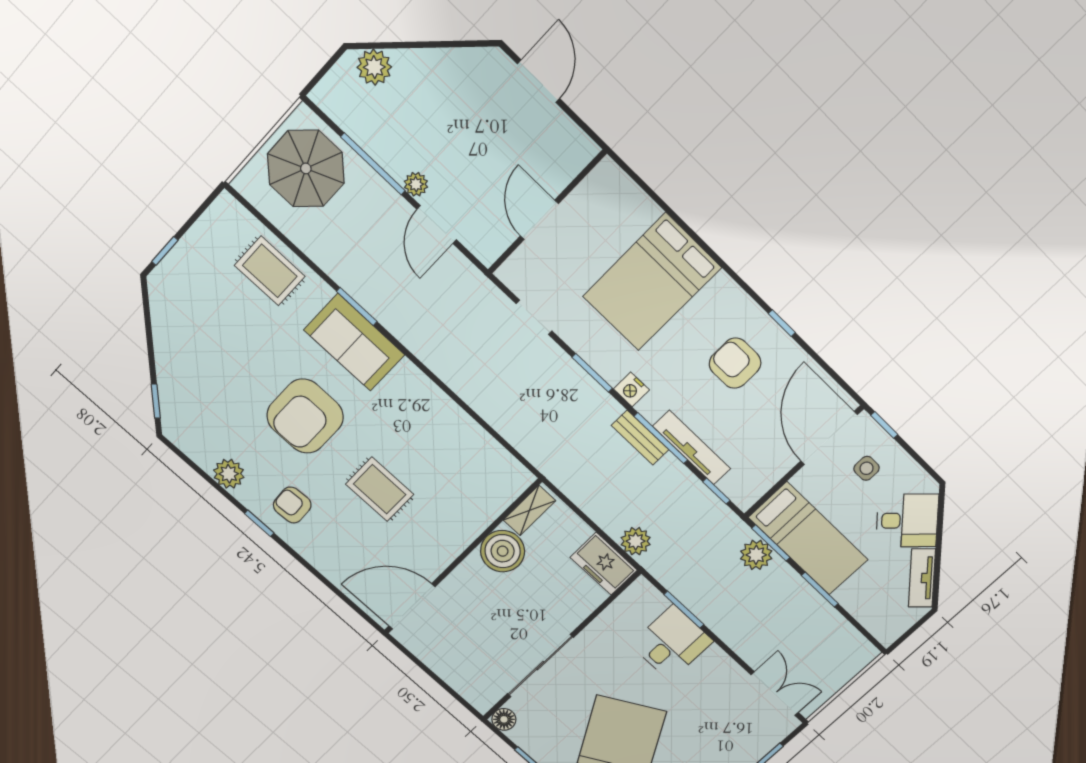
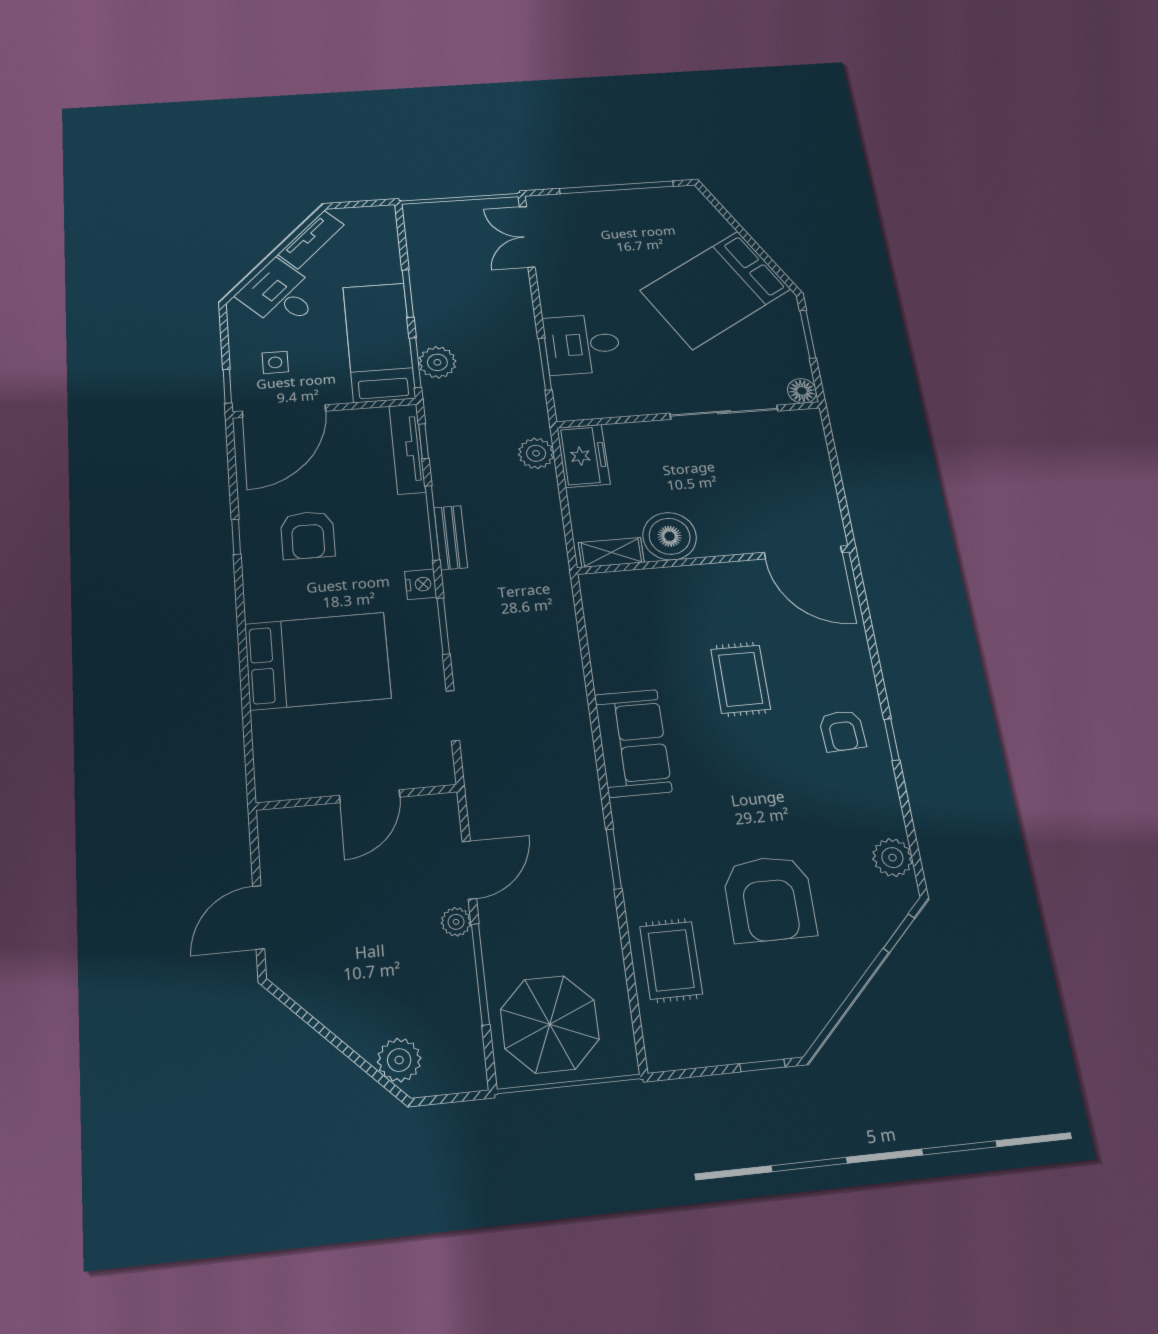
sofa: (354, 342) -> (633, 743), moved
armchair: (305, 416) -> (769, 899), moved, turned 90
tv unit: (692, 448) -> (407, 449), moved
plant: (229, 474) -> (892, 858), moved

